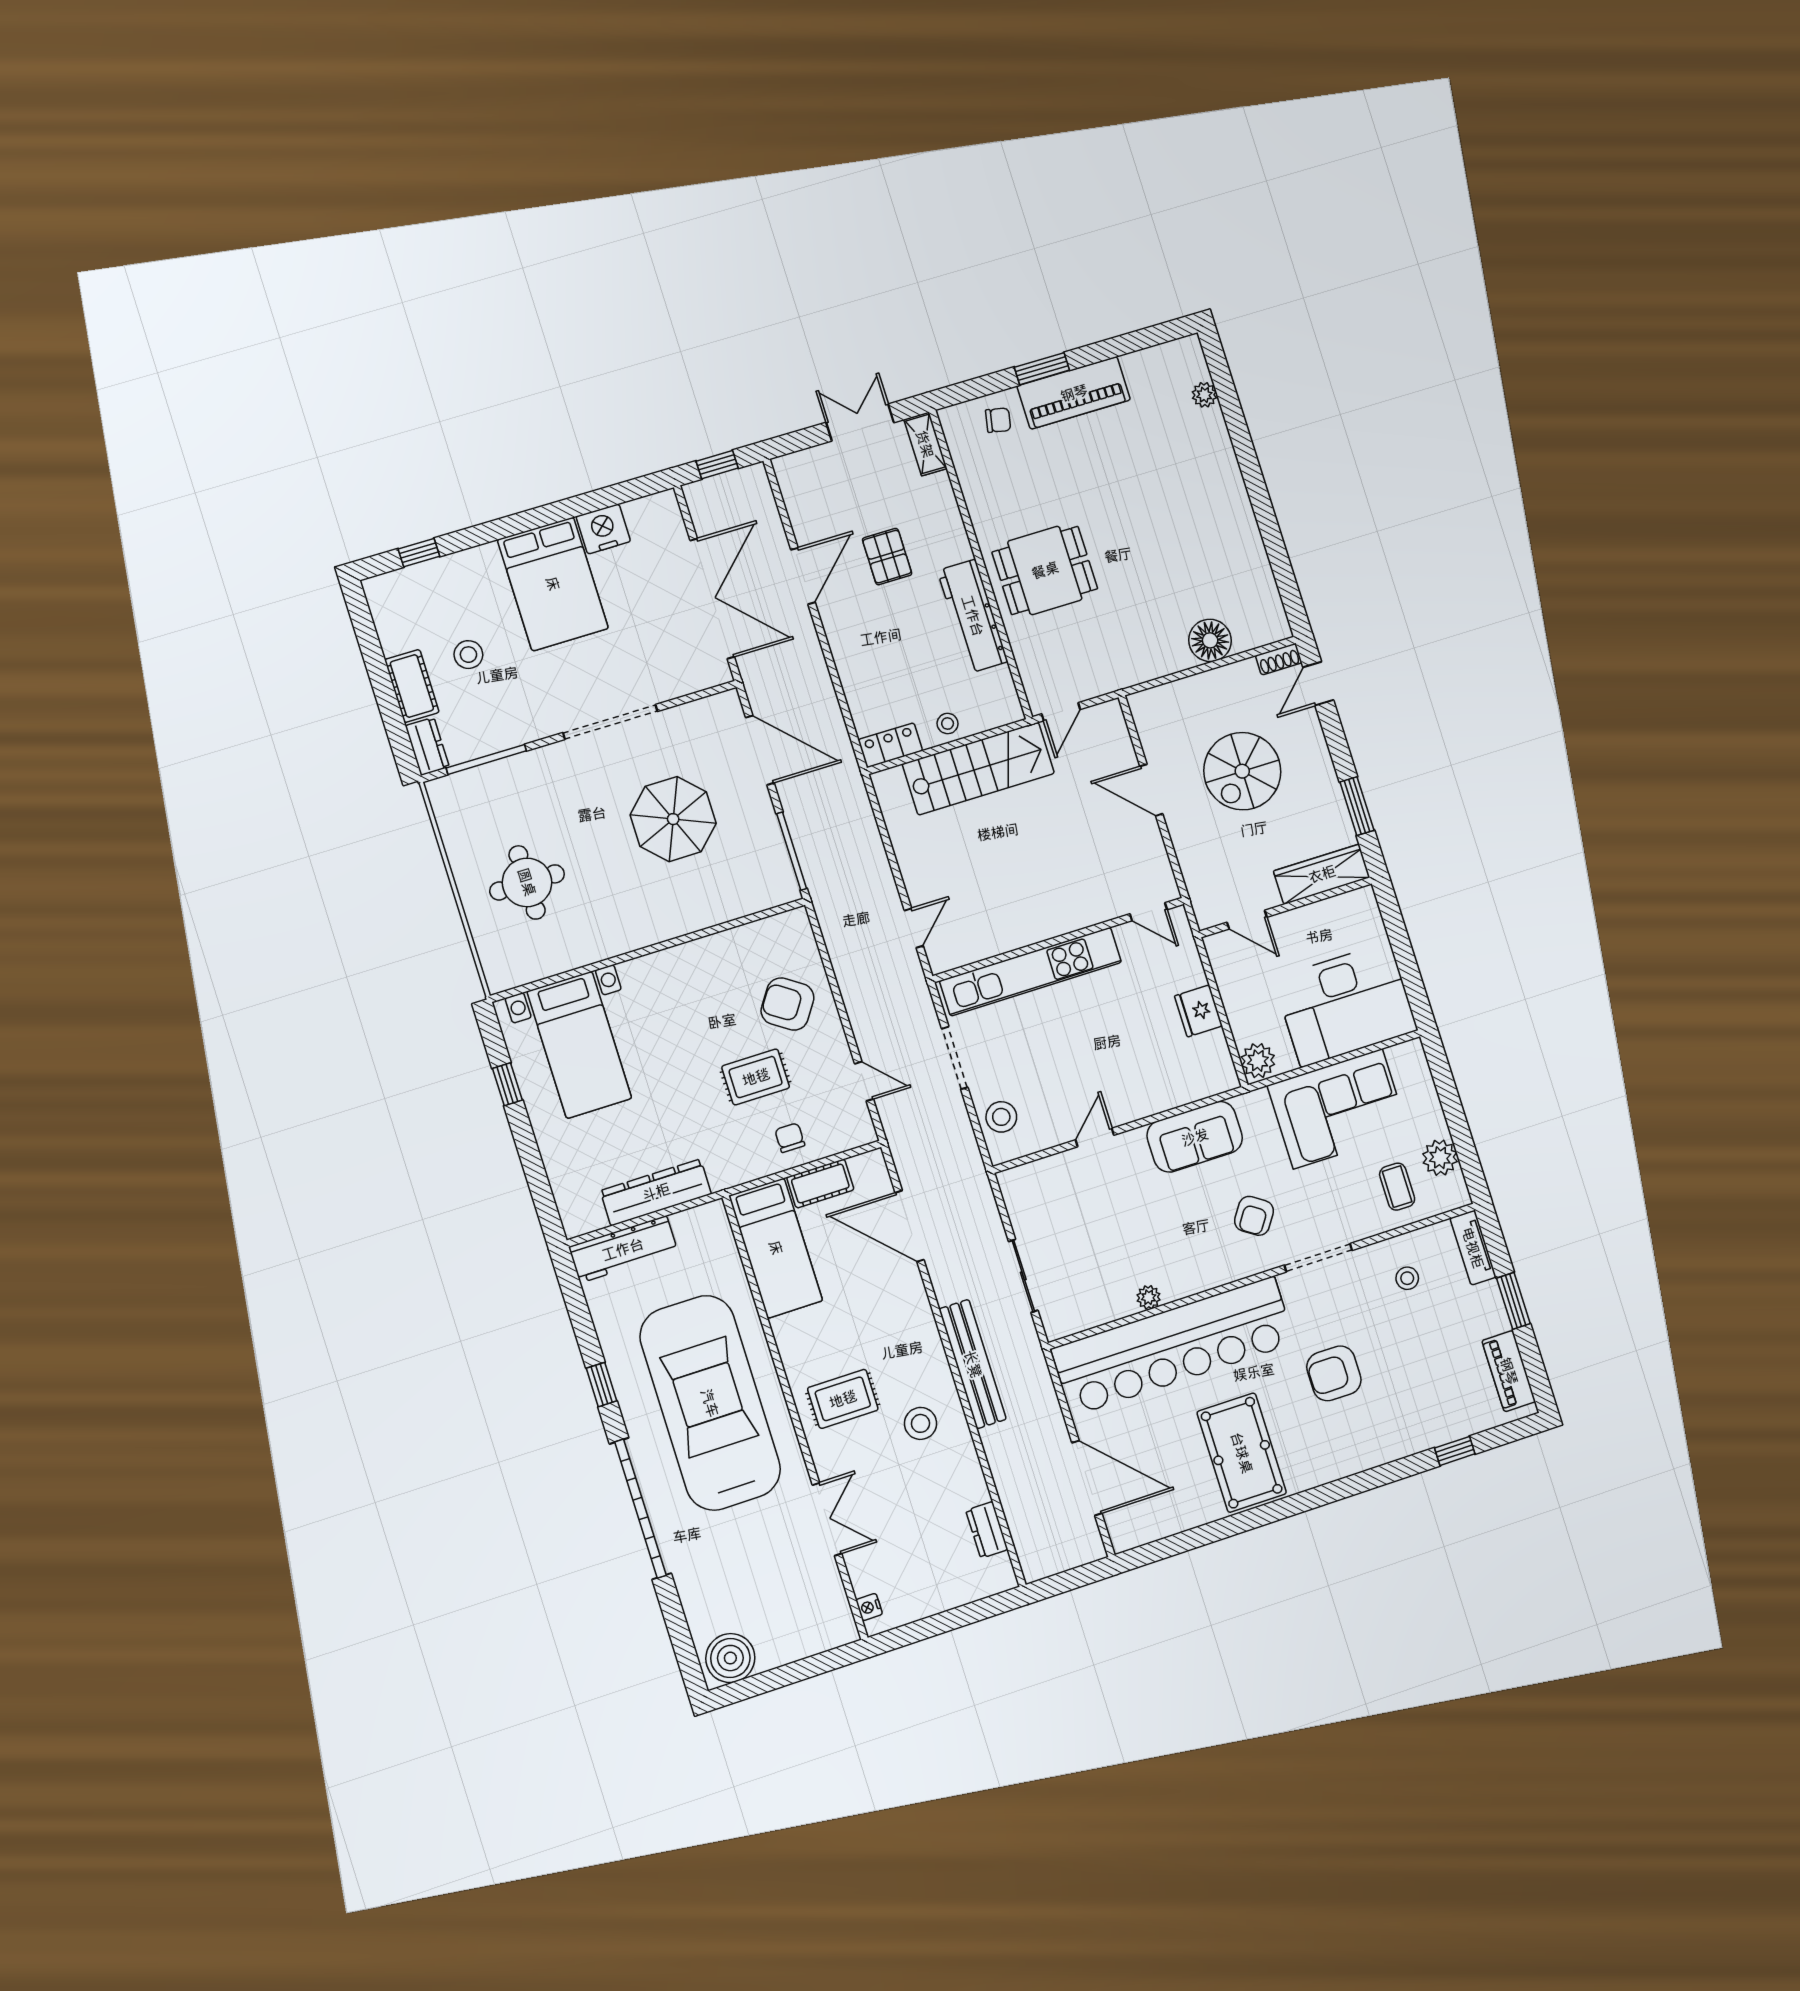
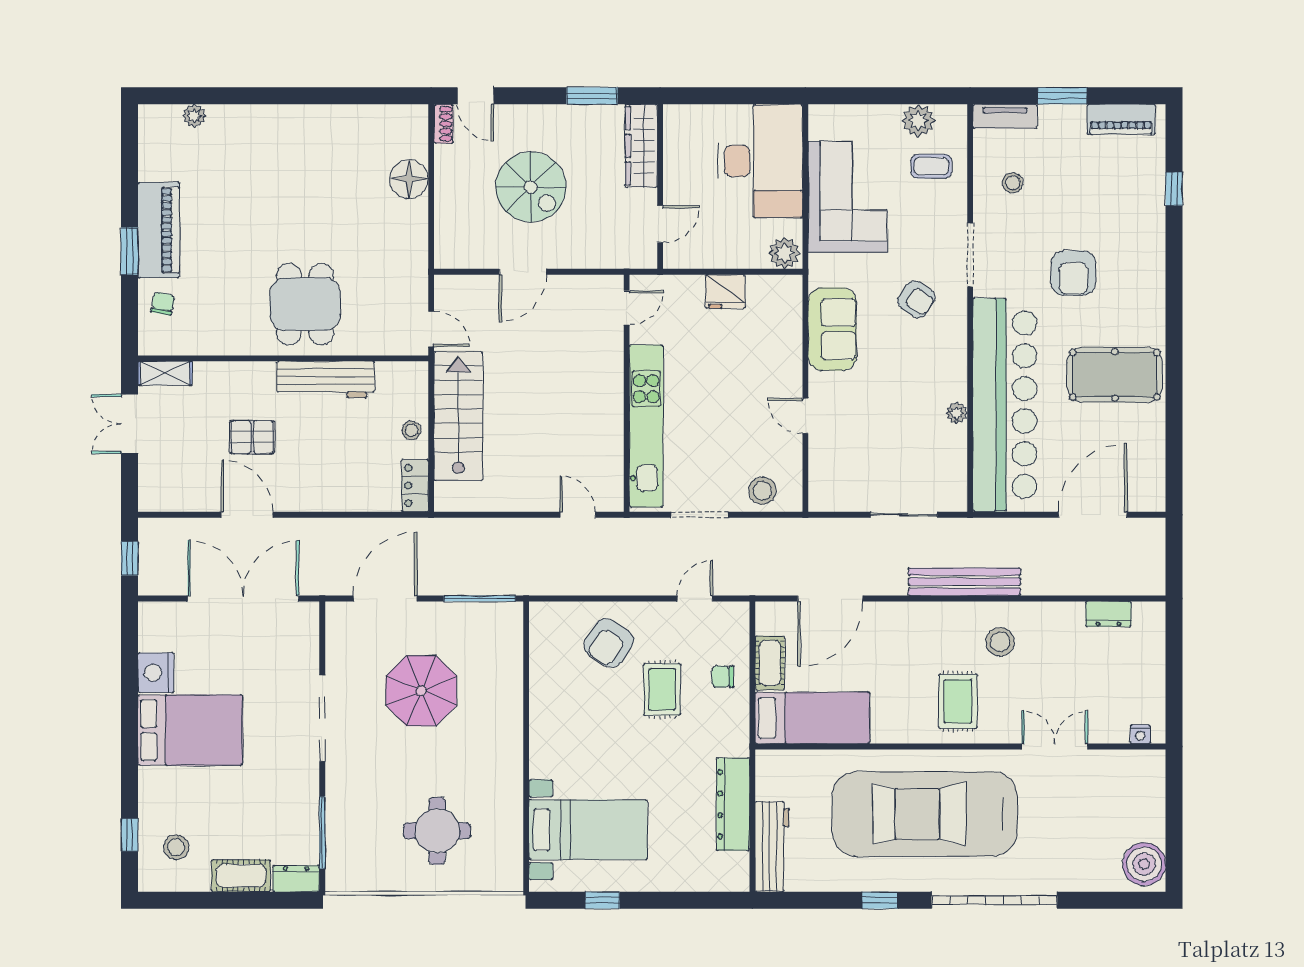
stool: (468, 655) -> (176, 847), moved

